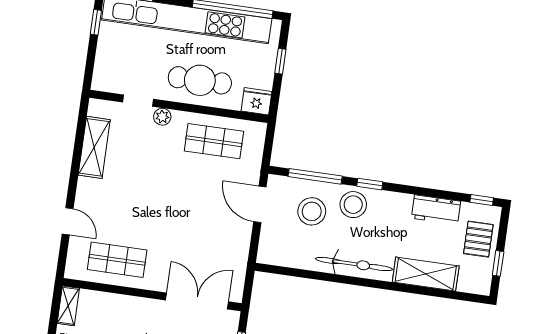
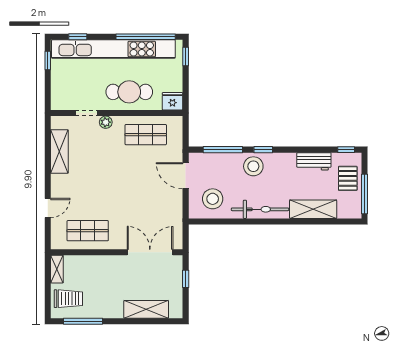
window: (280, 61) -> (186, 56), moved
stool: (312, 211) -> (213, 199), moved
door: (68, 221) -> (48, 208), hinge flipped
window: (498, 263) -> (365, 194), width x2.17

